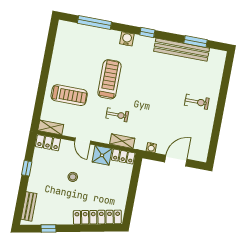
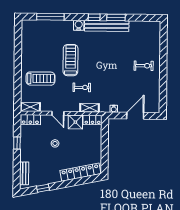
window: (196, 42) -> (116, 17), moved
bench: (182, 50) -> (107, 26), moved

